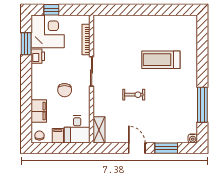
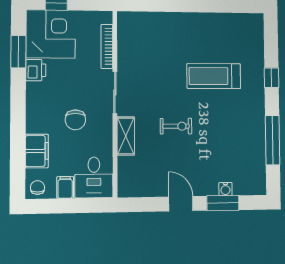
window: (202, 61) -> (272, 78), added
shelving: (99, 130) -> (126, 136), moved
water cooler: (193, 138) -> (225, 189), moved

